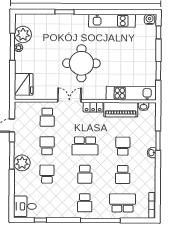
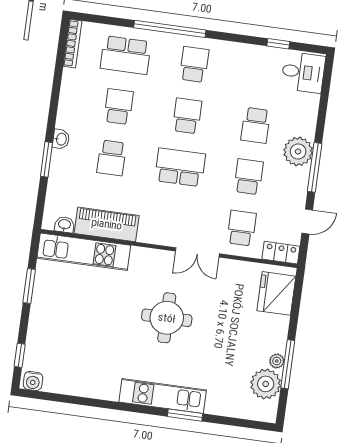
kitchen unit: (112, 21) -> (163, 396), moved
round table: (81, 63) -> (167, 318), width x0.73, depth x0.73
locker: (93, 107) -> (281, 253), moved
school desk: (47, 146) -> (249, 177), turned 180

